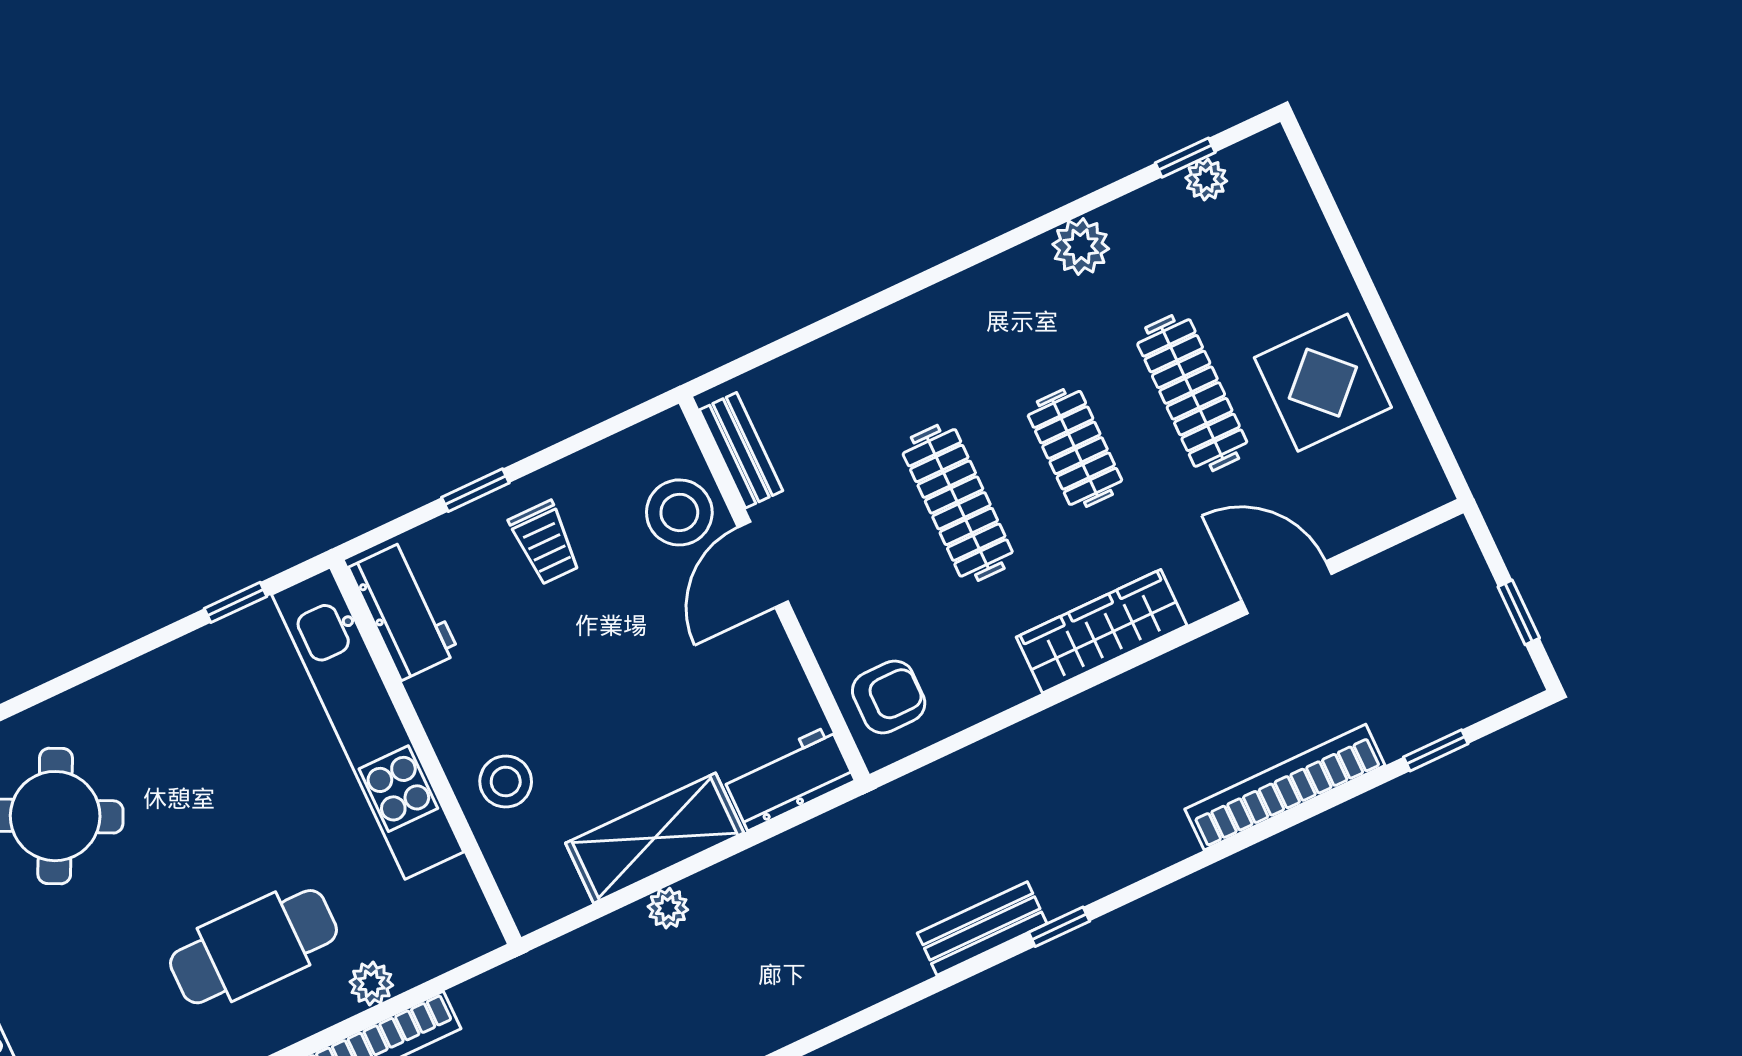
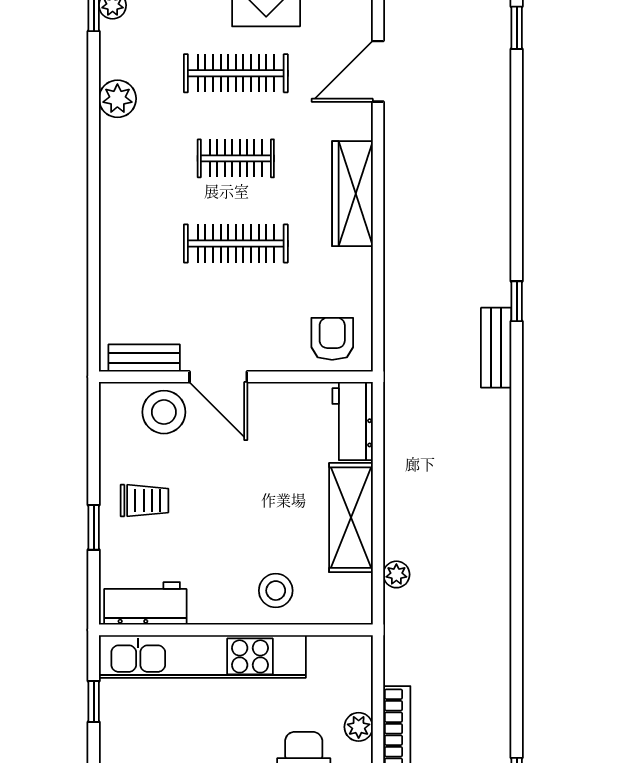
bookcase: (1285, 787) -> (497, 128), removed
plant: (668, 908) -> (396, 574), moved

